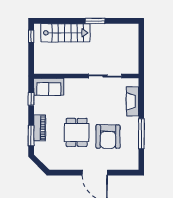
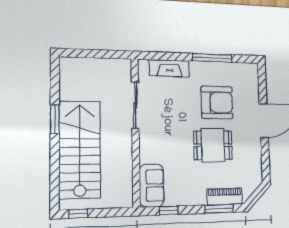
stairs: (65, 33) -> (80, 149), width x1.36, depth x1.51
piano: (40, 128) -> (225, 196), moved

